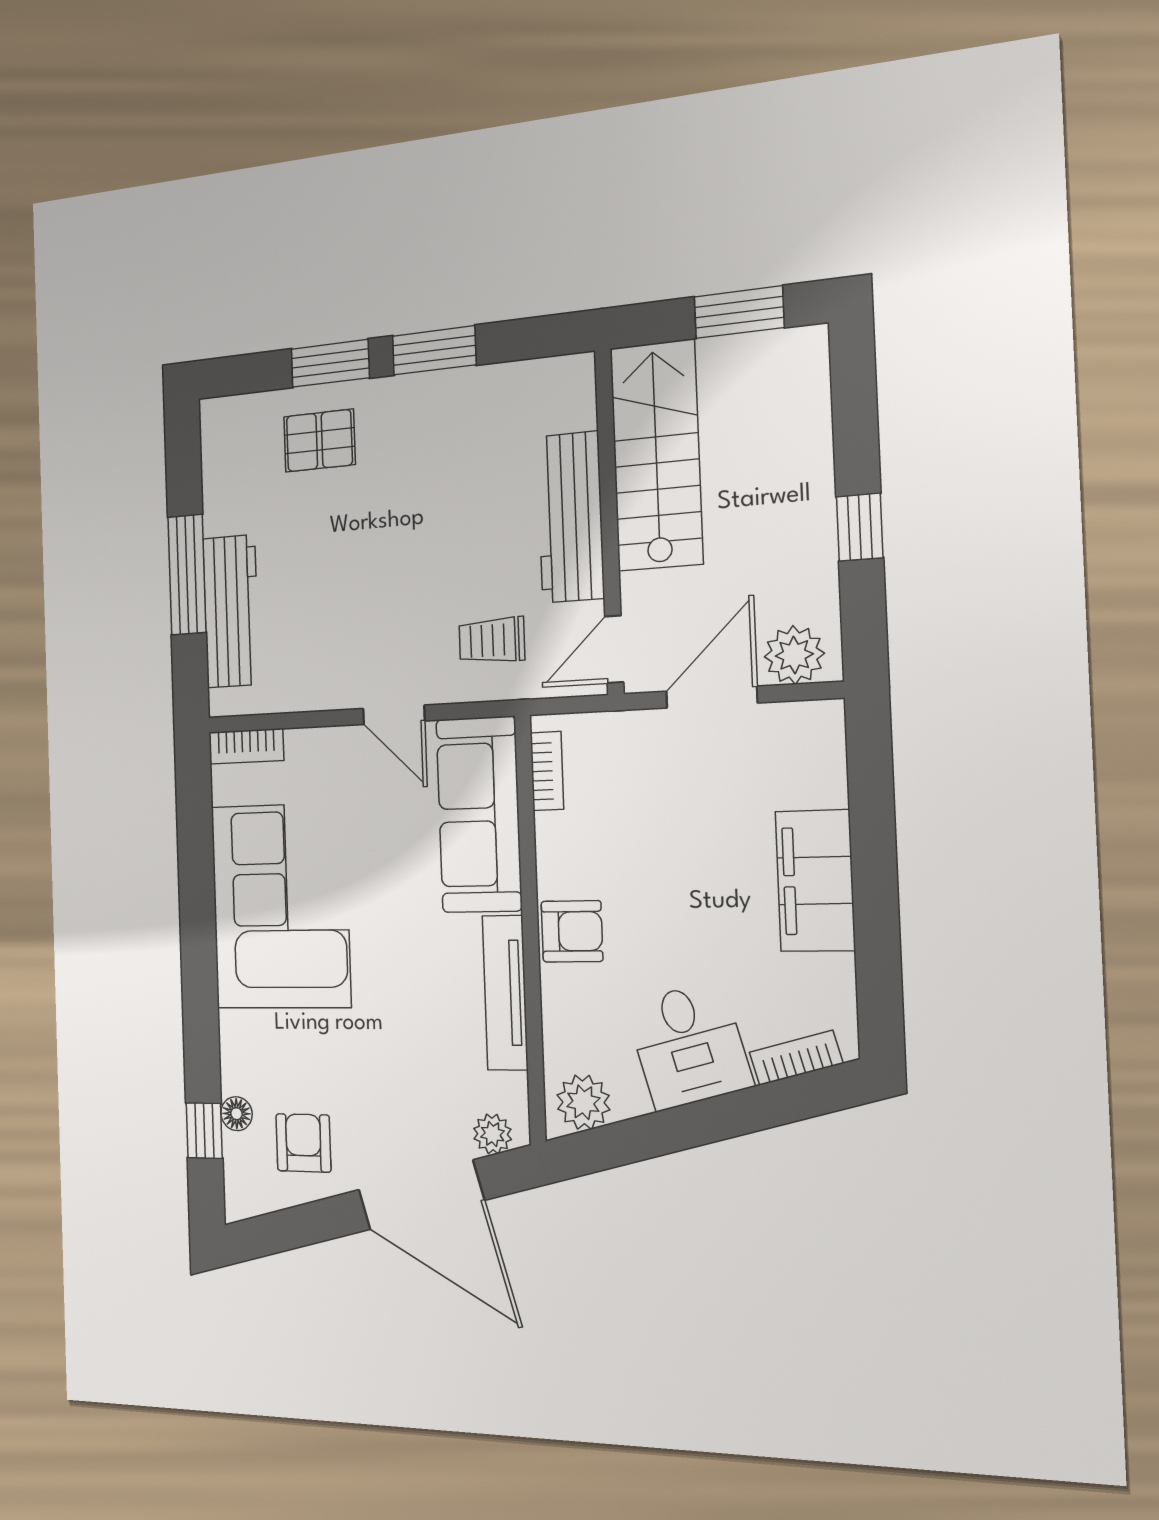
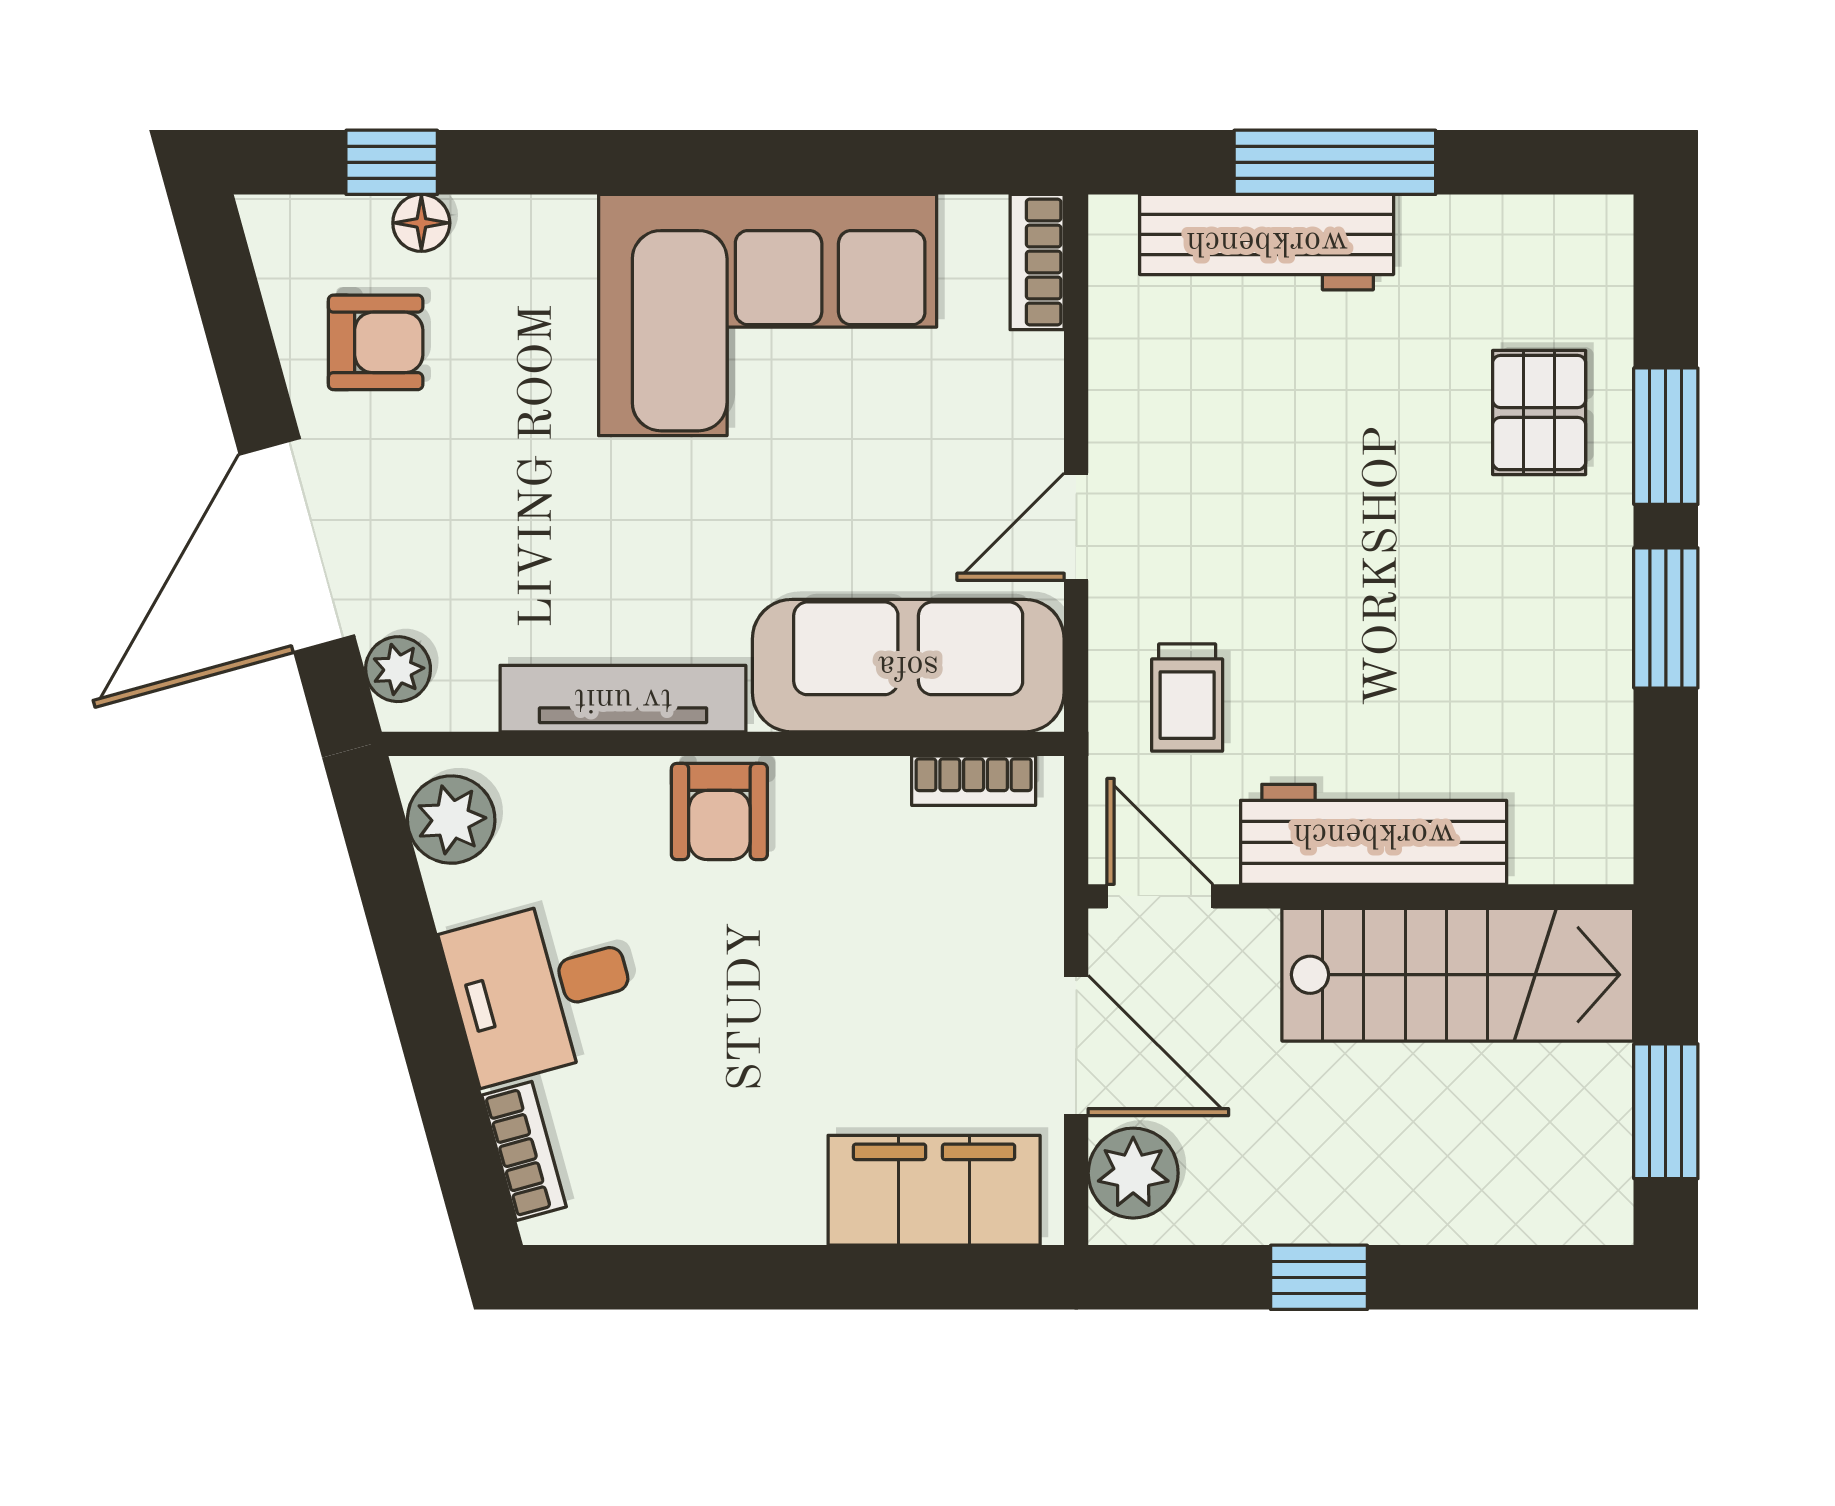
trolley: (492, 640) -> (1187, 698), turned 180
filing cabinet: (815, 881) -> (934, 1190), moved

